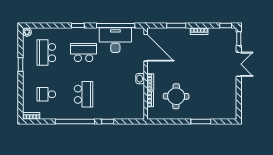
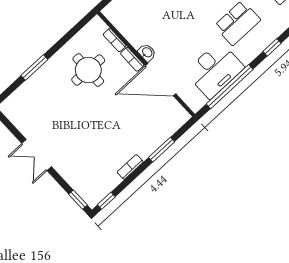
door: (146, 48) -> (161, 80), moved
double door: (239, 64) -> (37, 155), moved

